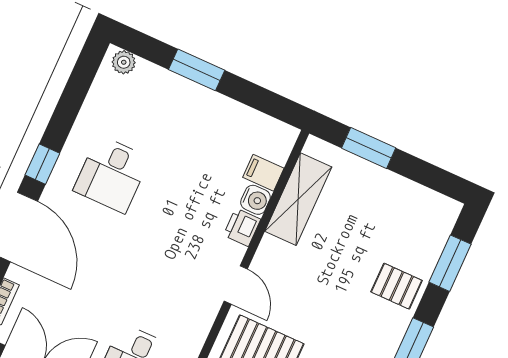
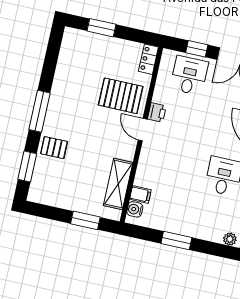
window: (197, 70) -> (176, 240), moved
water cooler: (255, 200) -> (135, 209), moved
printer: (242, 227) -> (157, 112), moved

